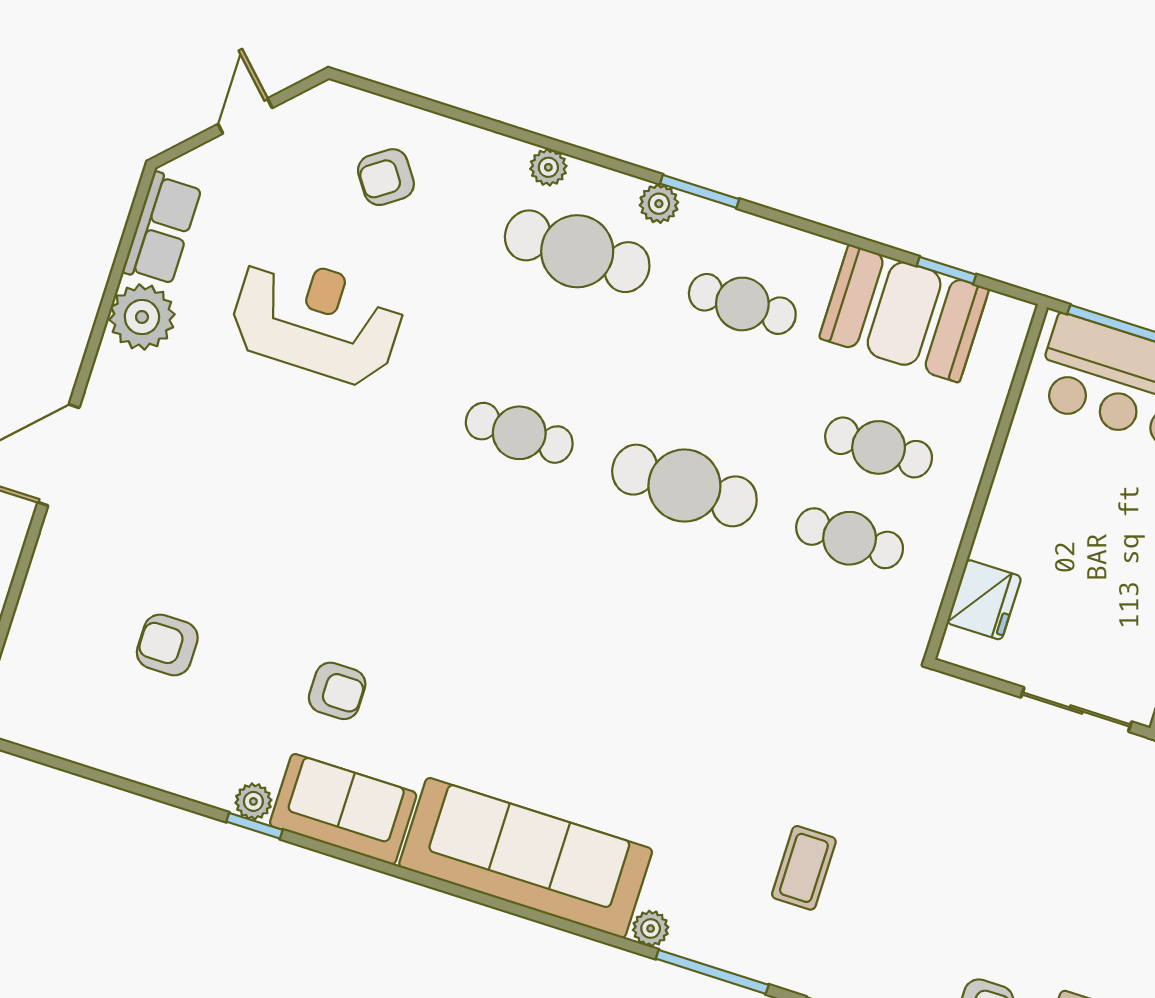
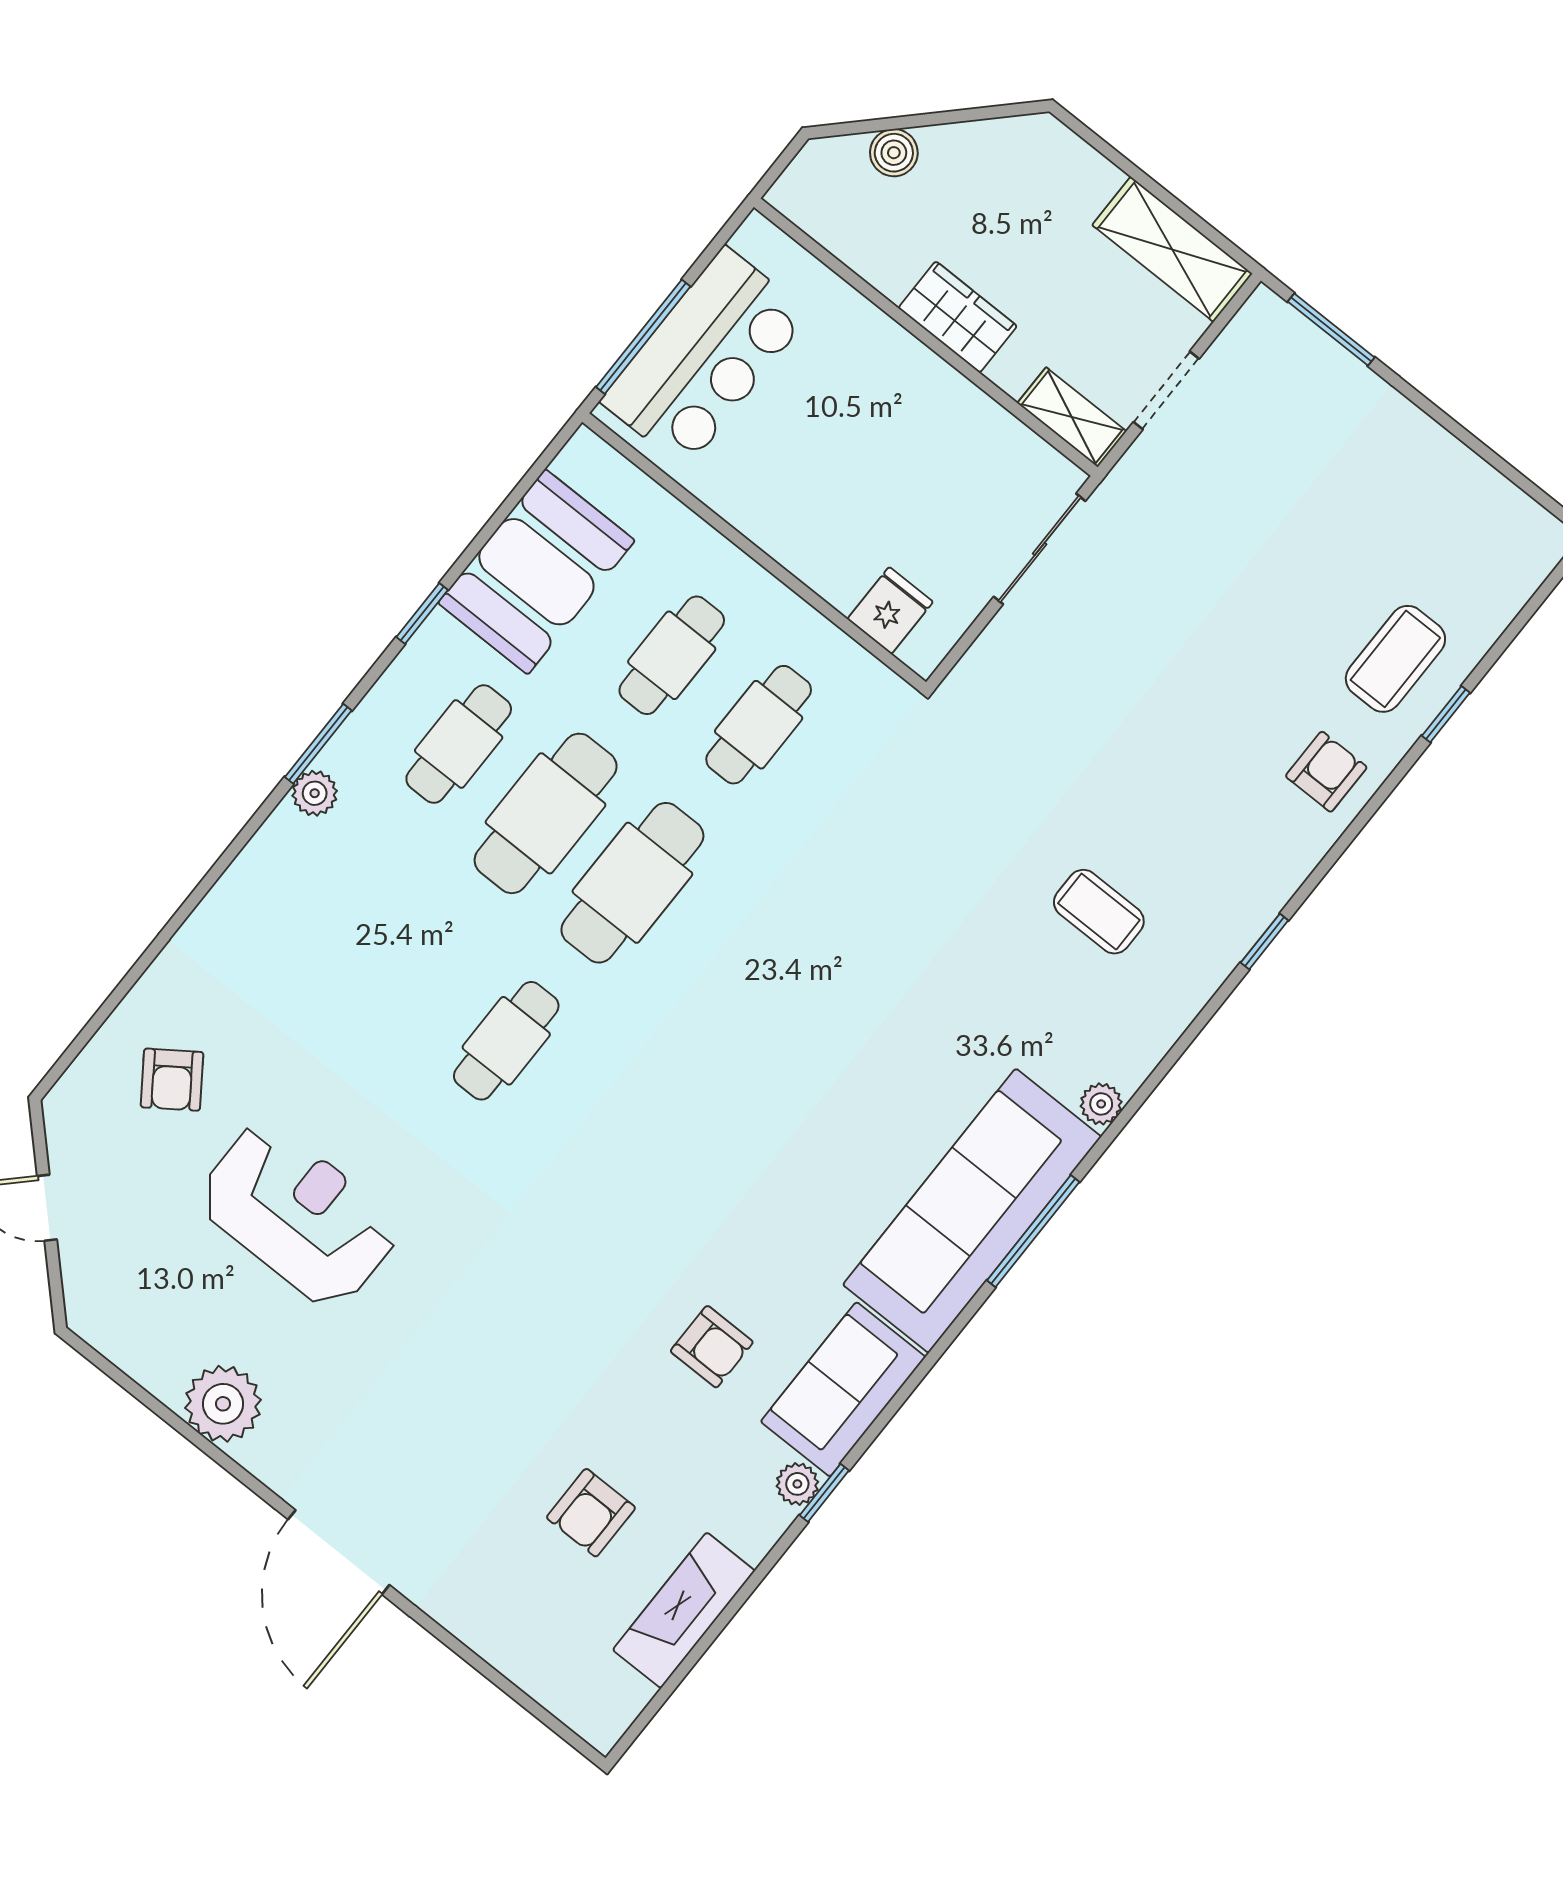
plant: (548, 167) -> (229, 899), removed
row of seats: (162, 229) -> (136, 1345), removed
cafe table: (577, 251) -> (546, 813), moved
window: (946, 270) -> (422, 613), moved
reception desk: (317, 319) -> (298, 1214), turned 90
fridge: (984, 600) -> (890, 610), width x0.72
armchair: (337, 691) -> (712, 1347), turned 90
fireplace: (118, 749) -> (684, 1610), added
window: (712, 972) -> (1033, 1231), moved

